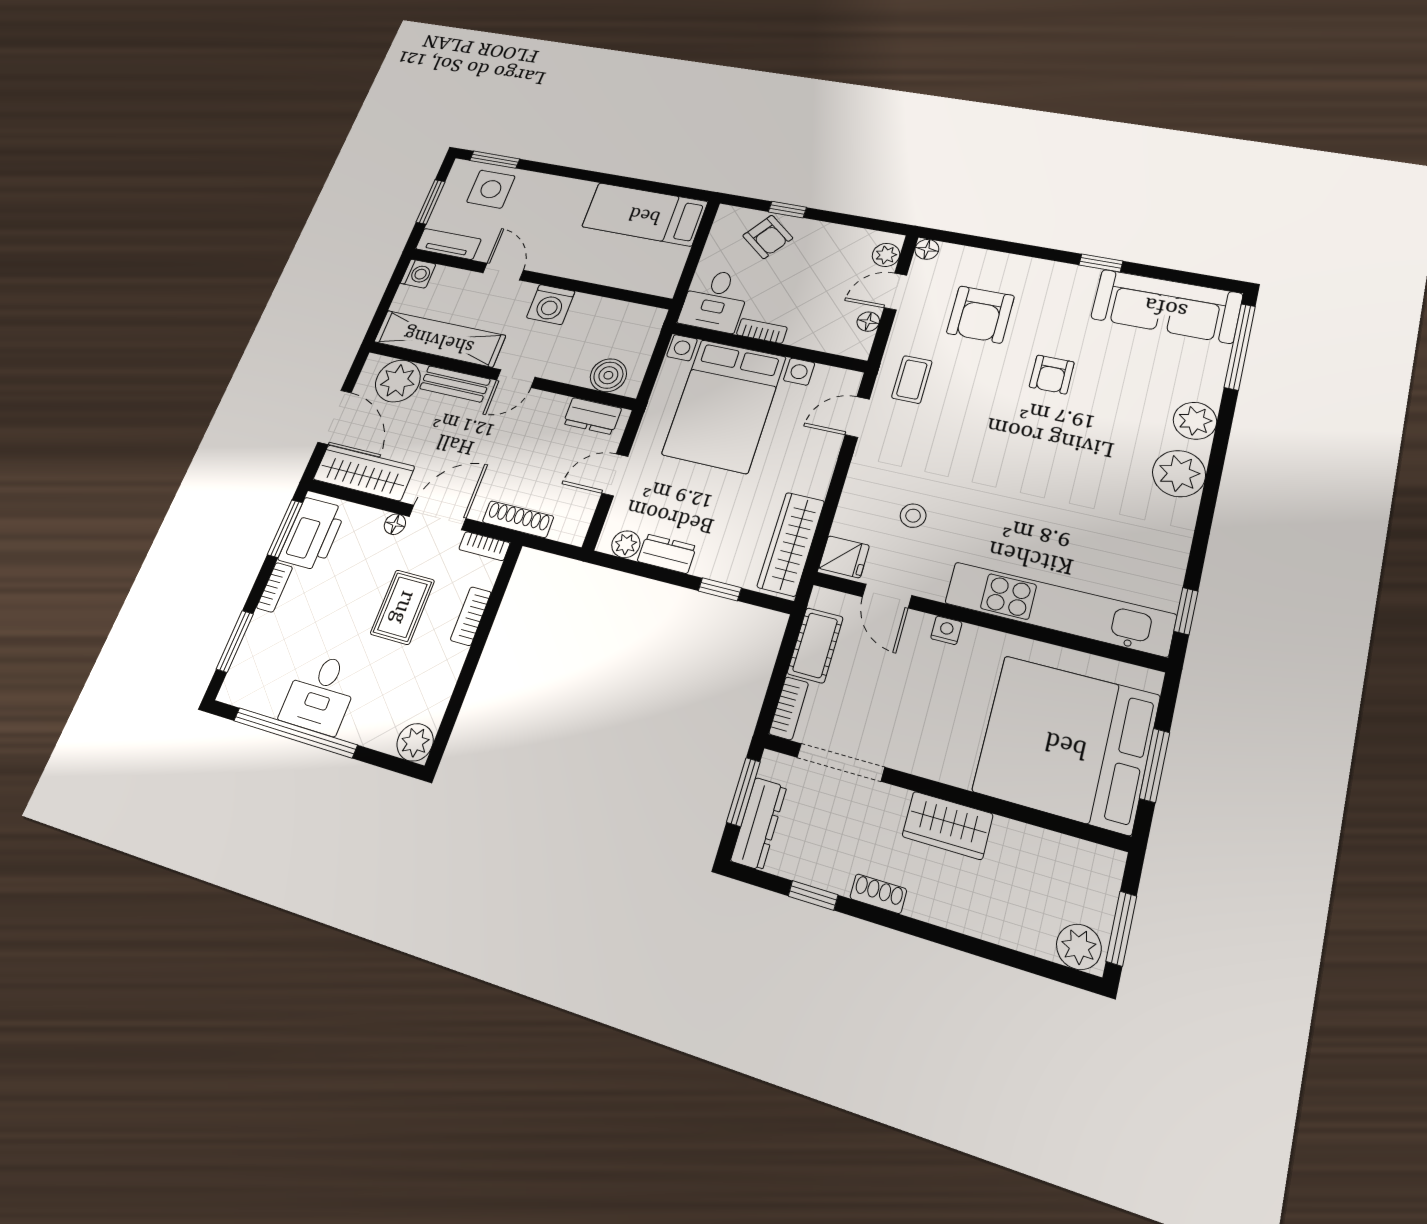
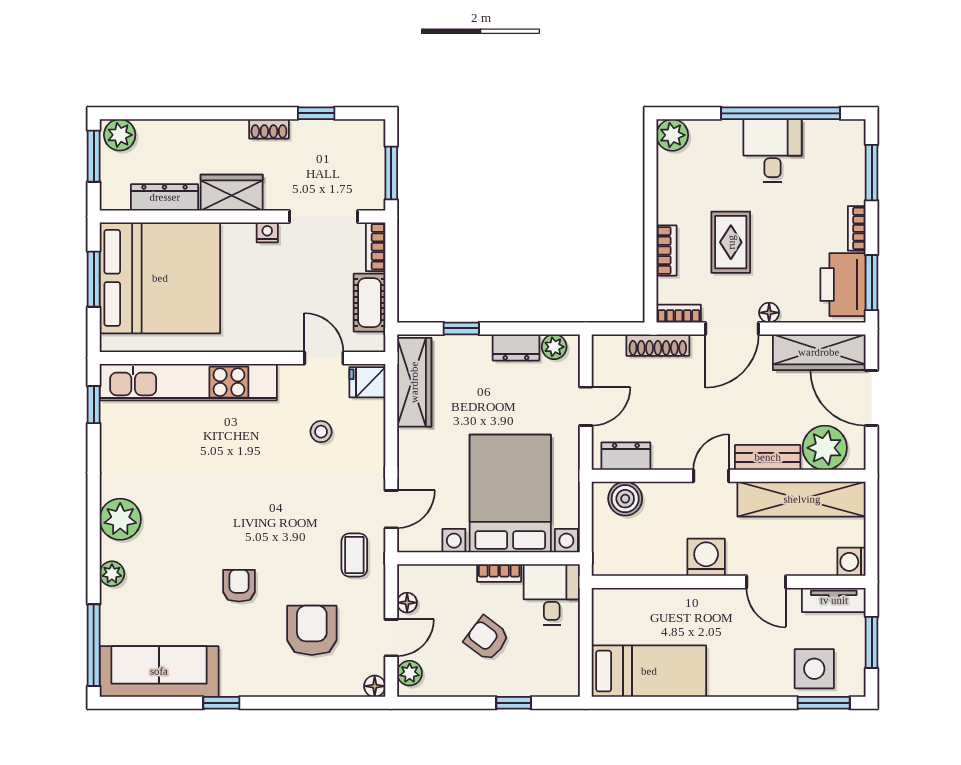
armchair: (768, 237) -> (487, 638), moved
plant: (1195, 421) -> (112, 574), width x0.73, depth x0.73
nightstand: (946, 630) -> (267, 232), moved, turned 180
dresser: (759, 824) -> (165, 197), moved, turned 90

